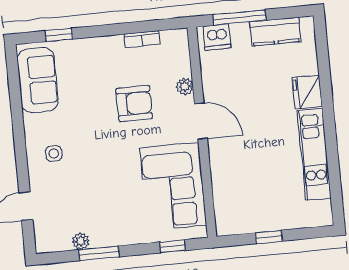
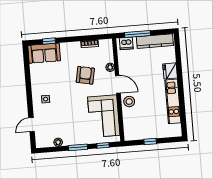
kitchen counter: (275, 32) -> (155, 41), width x1.50
sofa: (38, 80) -> (44, 53), moved, turned 90
armchair: (134, 103) -> (85, 75), turned -79
stool: (225, 156) -> (129, 102), added
window: (99, 253) -> (78, 147), moved

